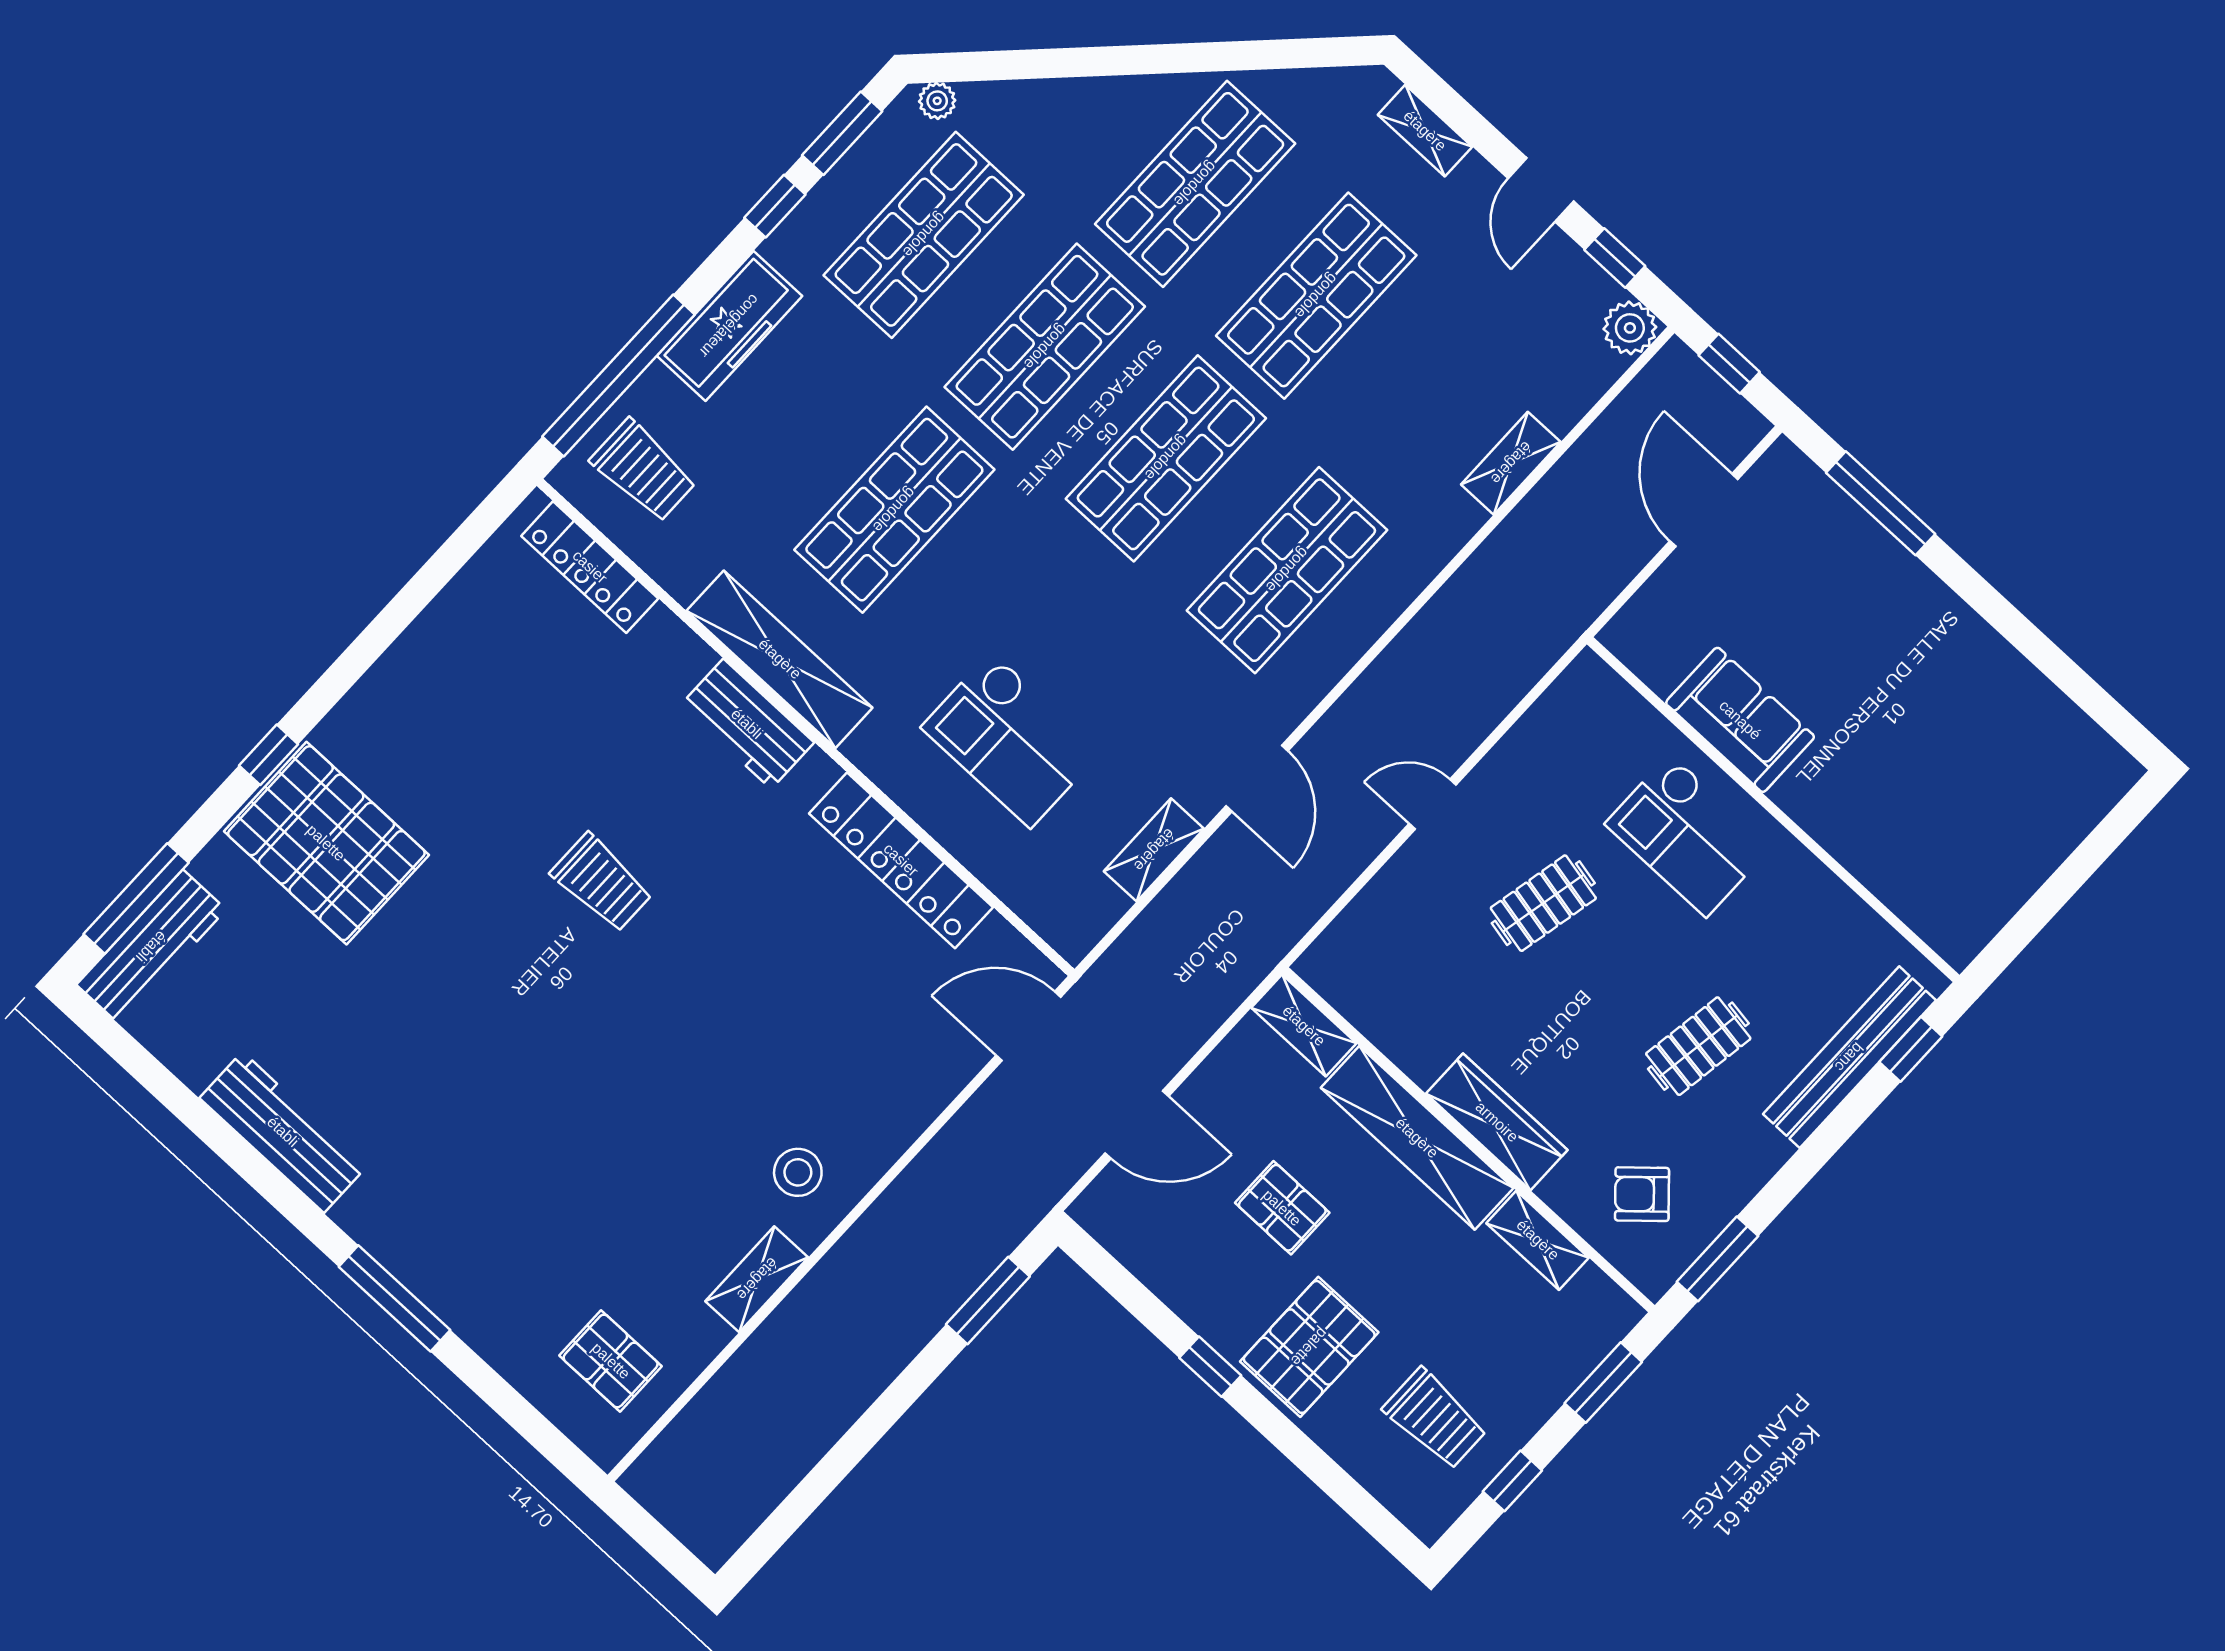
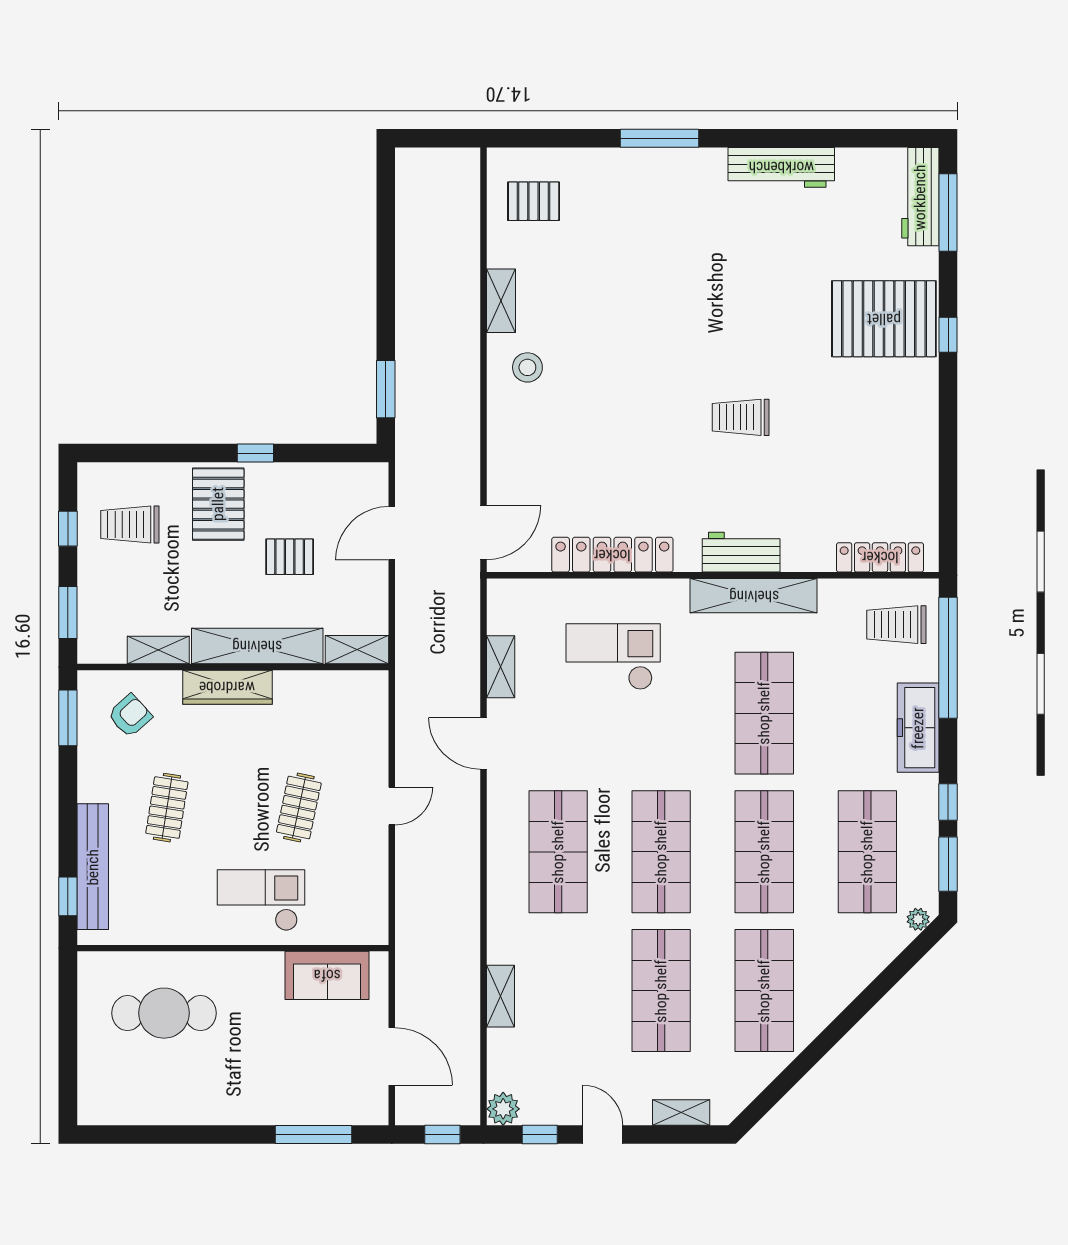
sofa: (1740, 720) -> (327, 975), moved
cafe table: (1924, 808) -> (164, 1013), added

